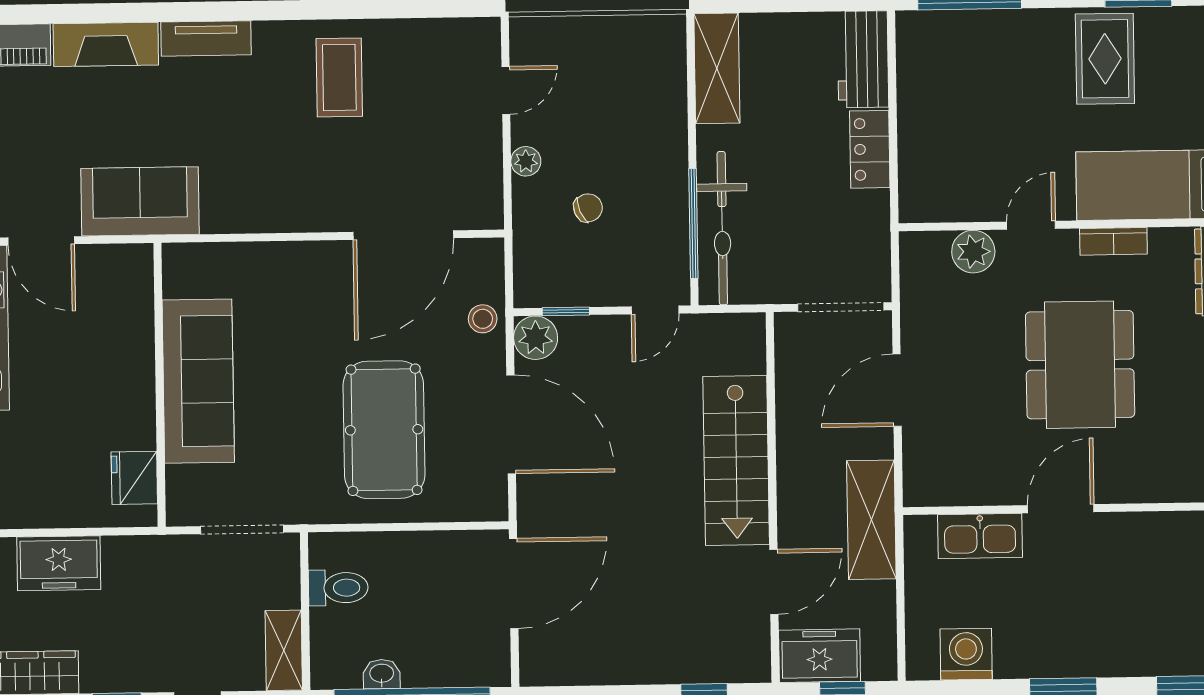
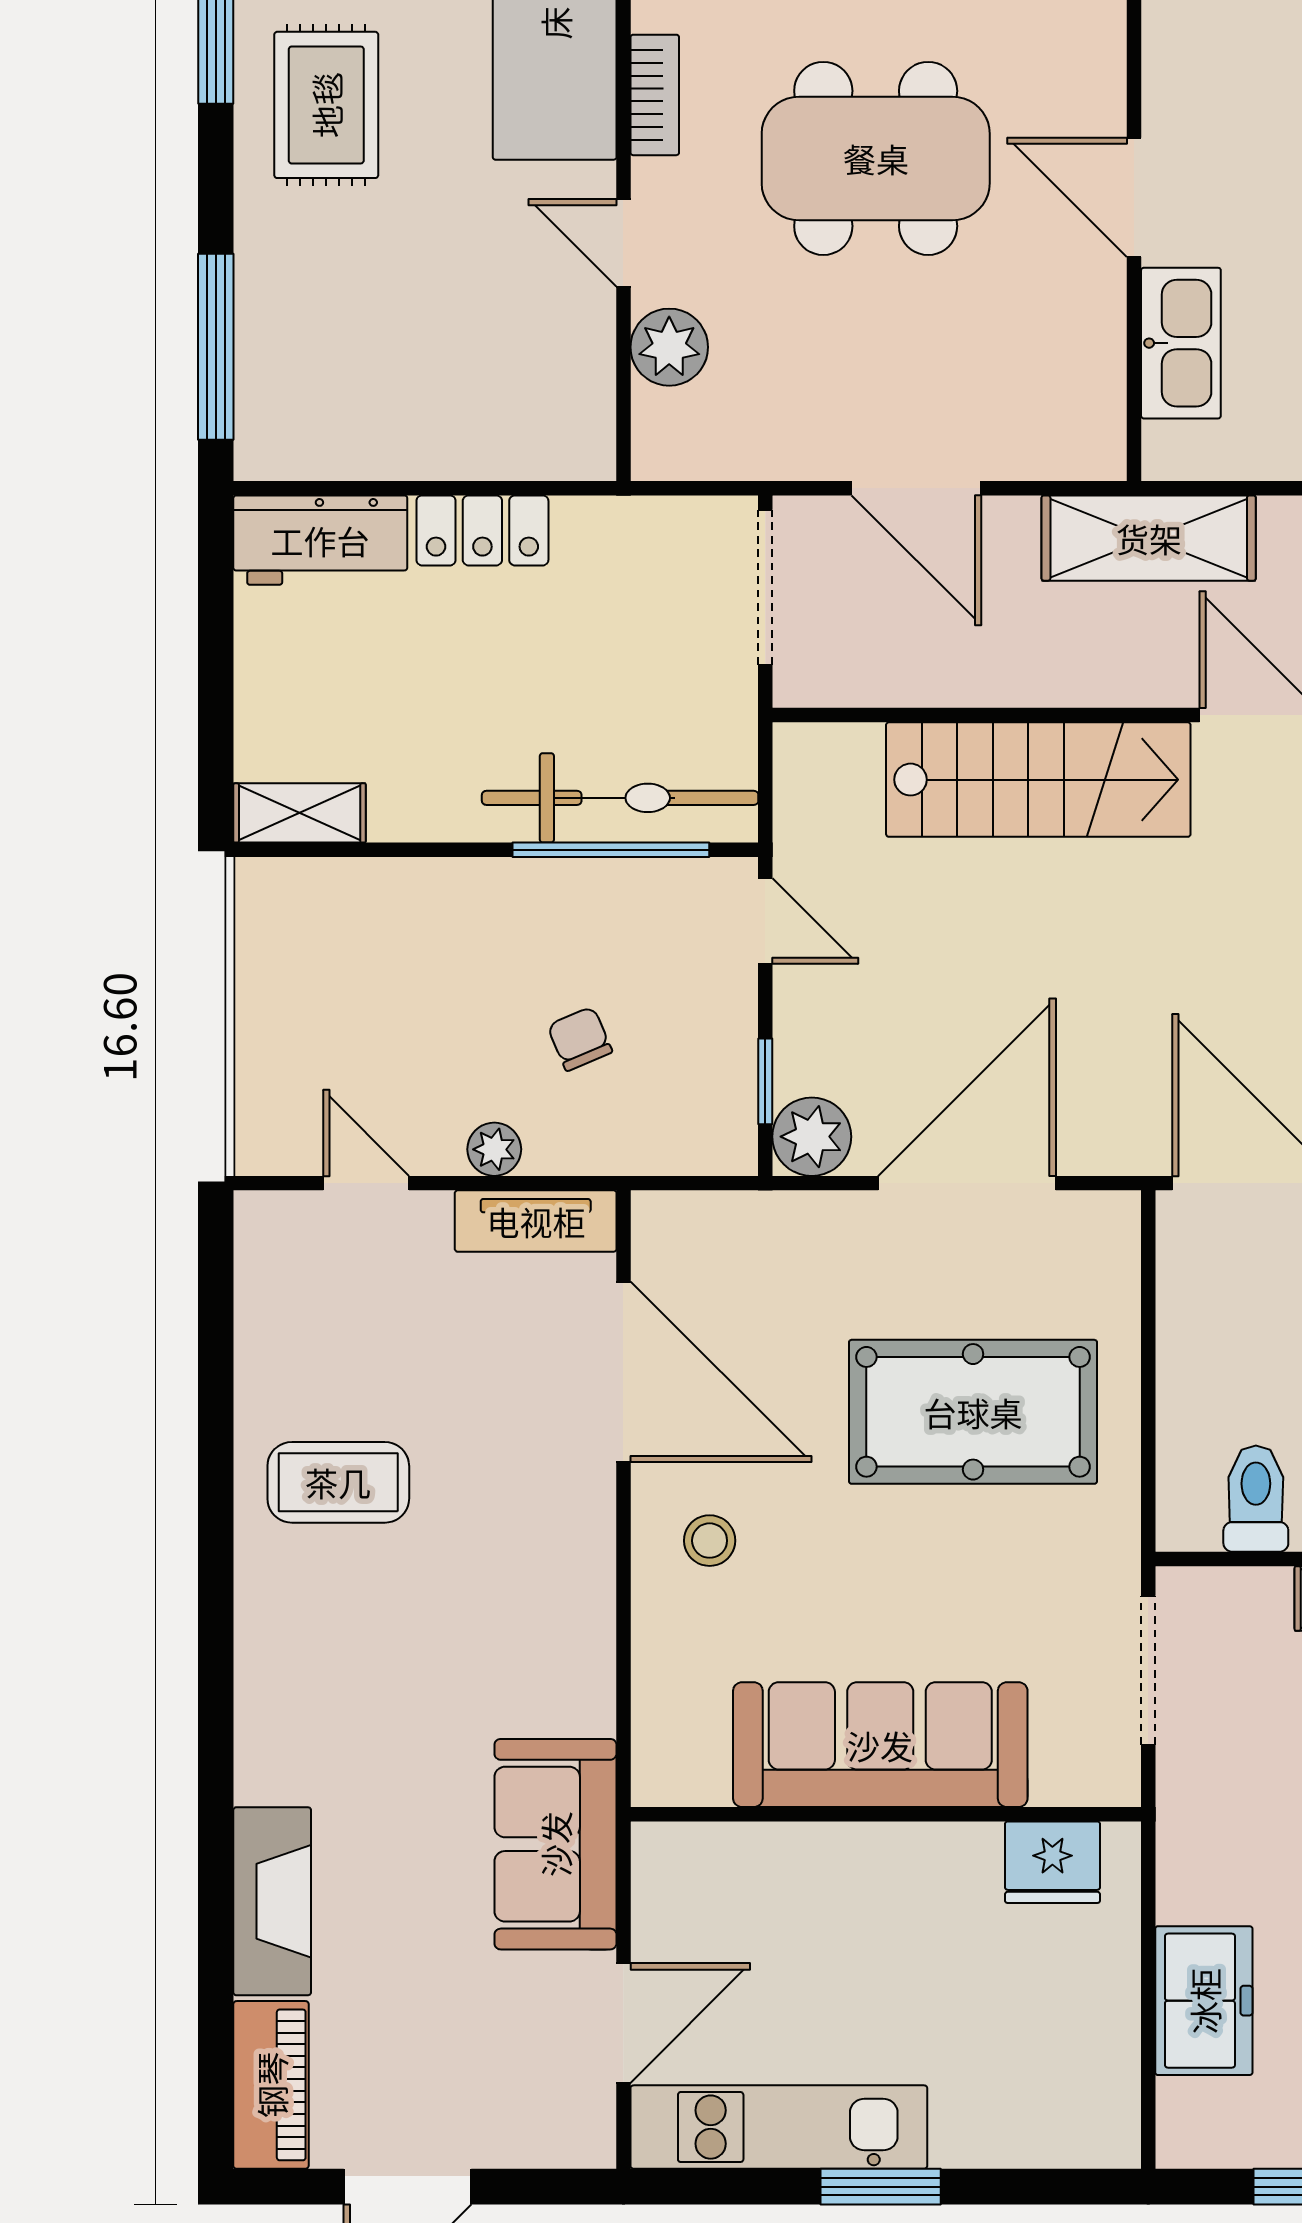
tv unit: (206, 38) -> (536, 1221), moved, turned 90
rug: (1105, 59) -> (326, 105), turned 90
shelving: (717, 68) -> (300, 813), width x0.67, depth x0.75
stool: (483, 319) -> (710, 1541), moved

